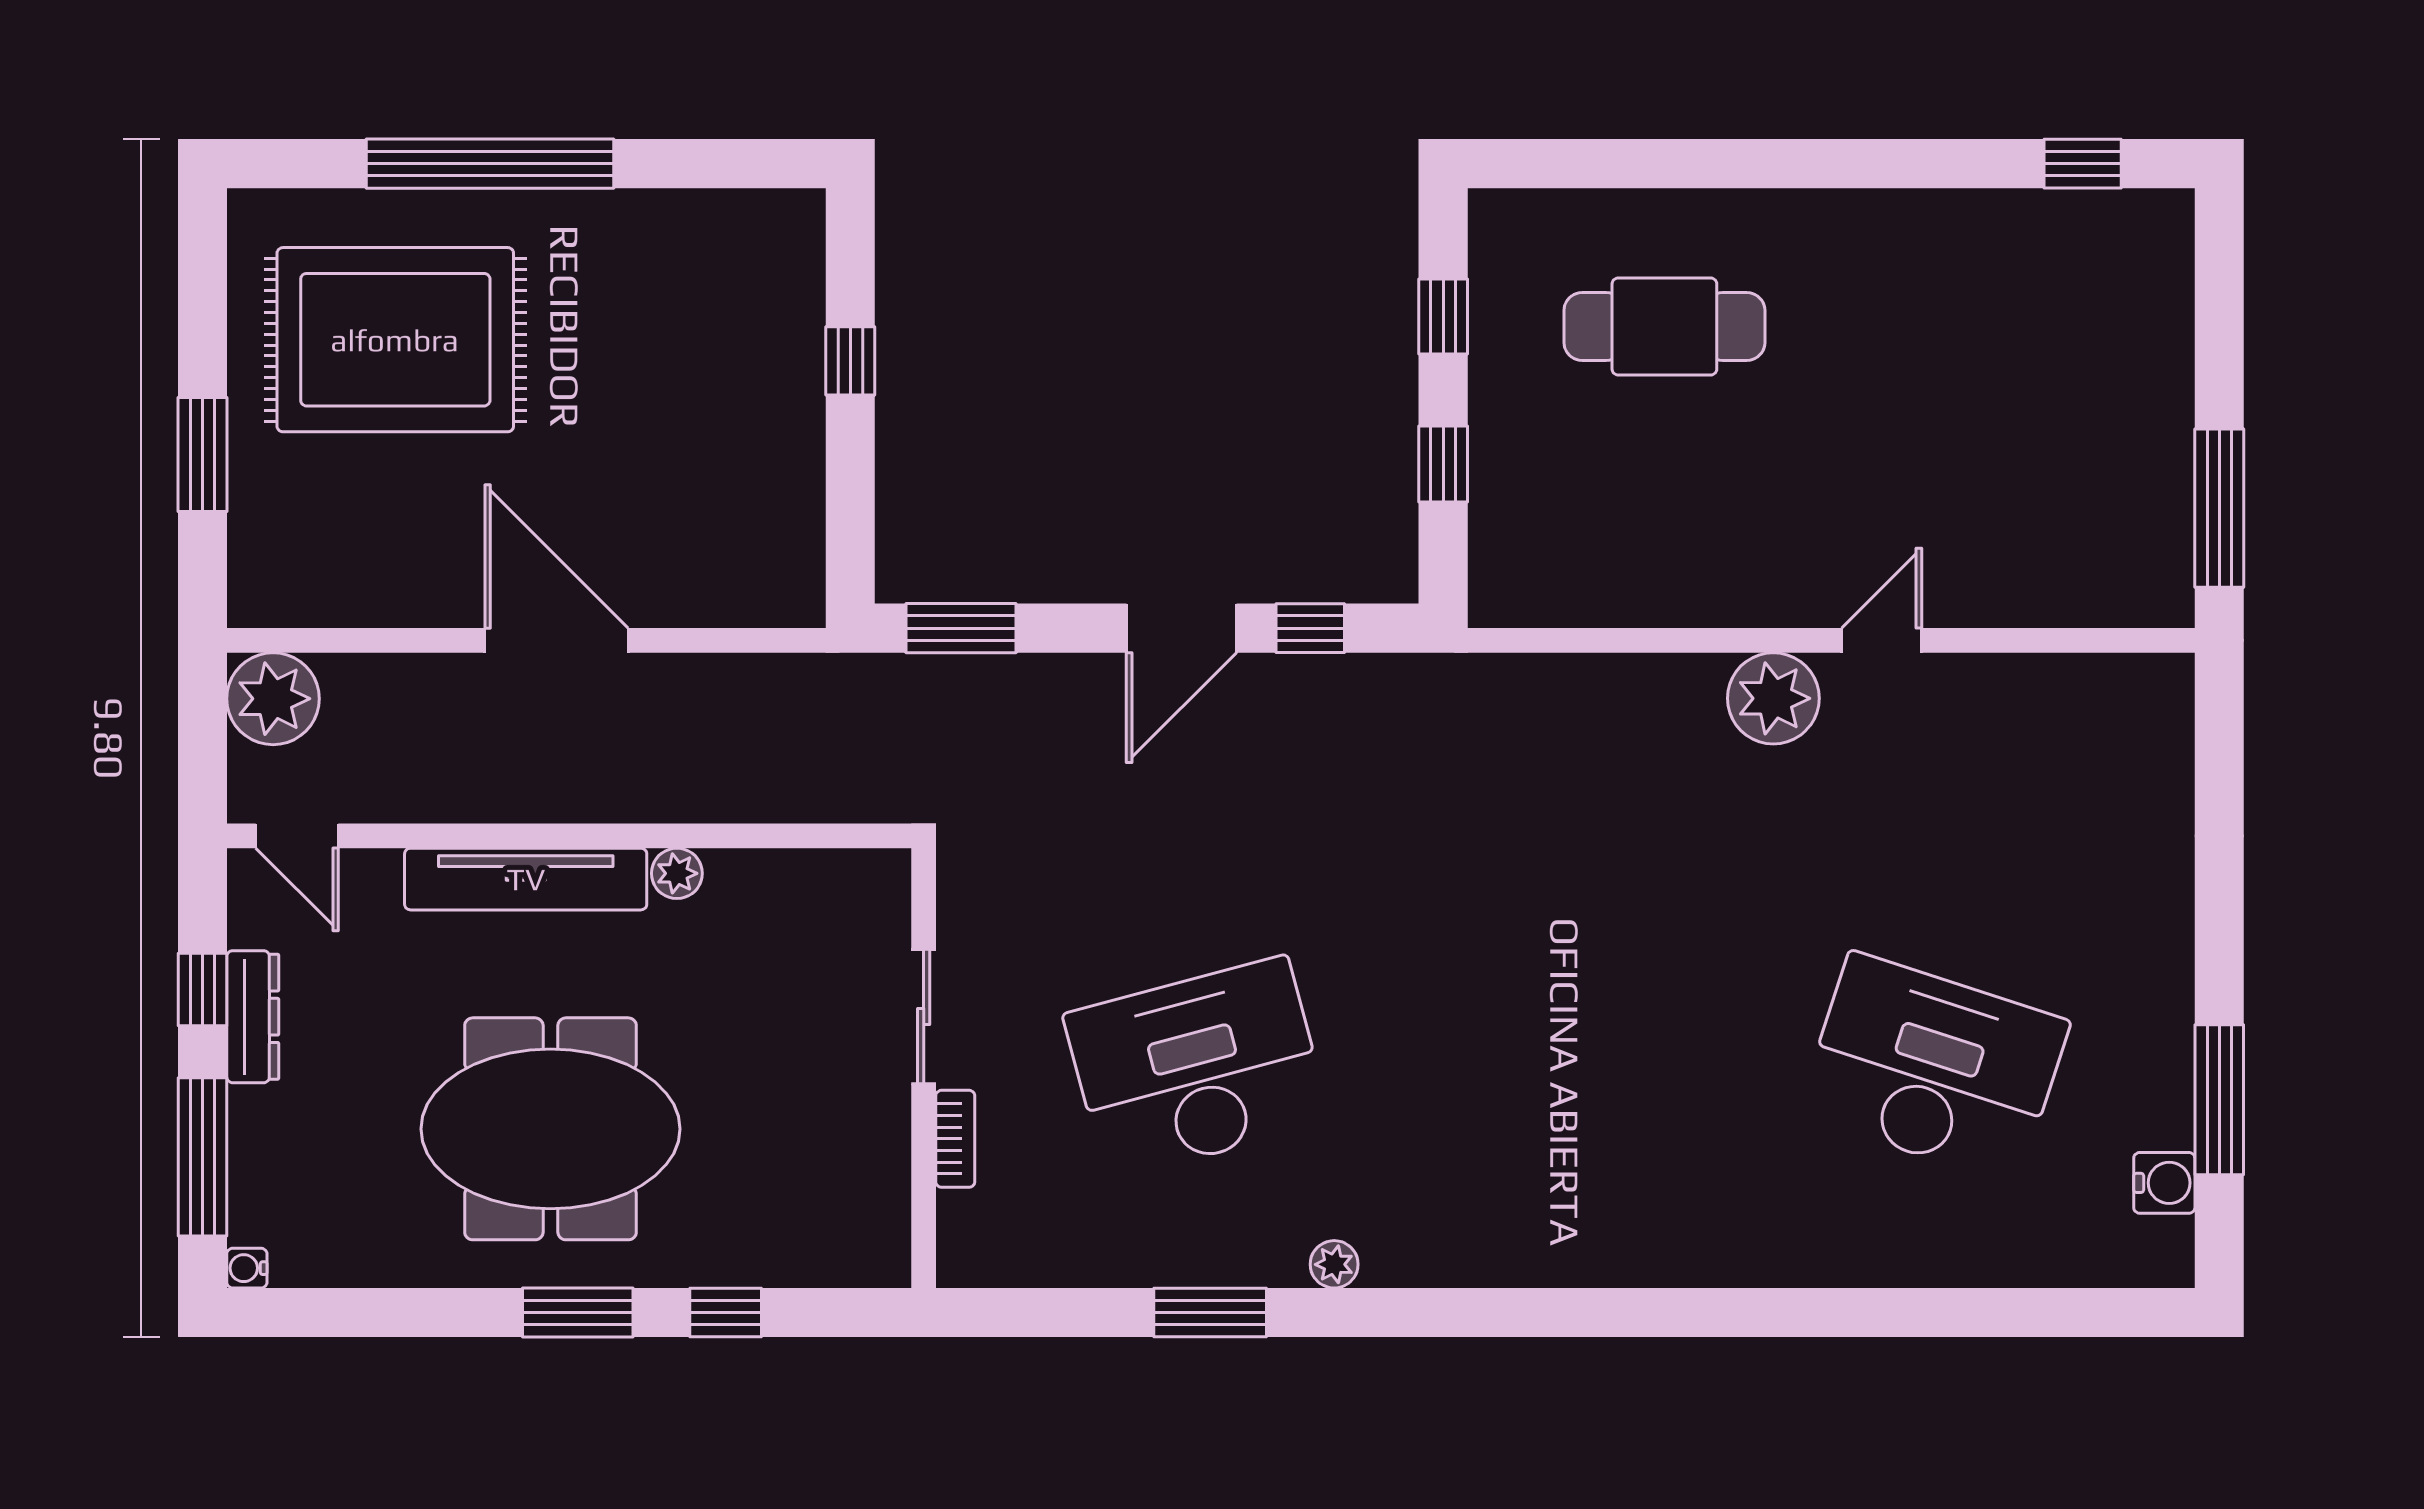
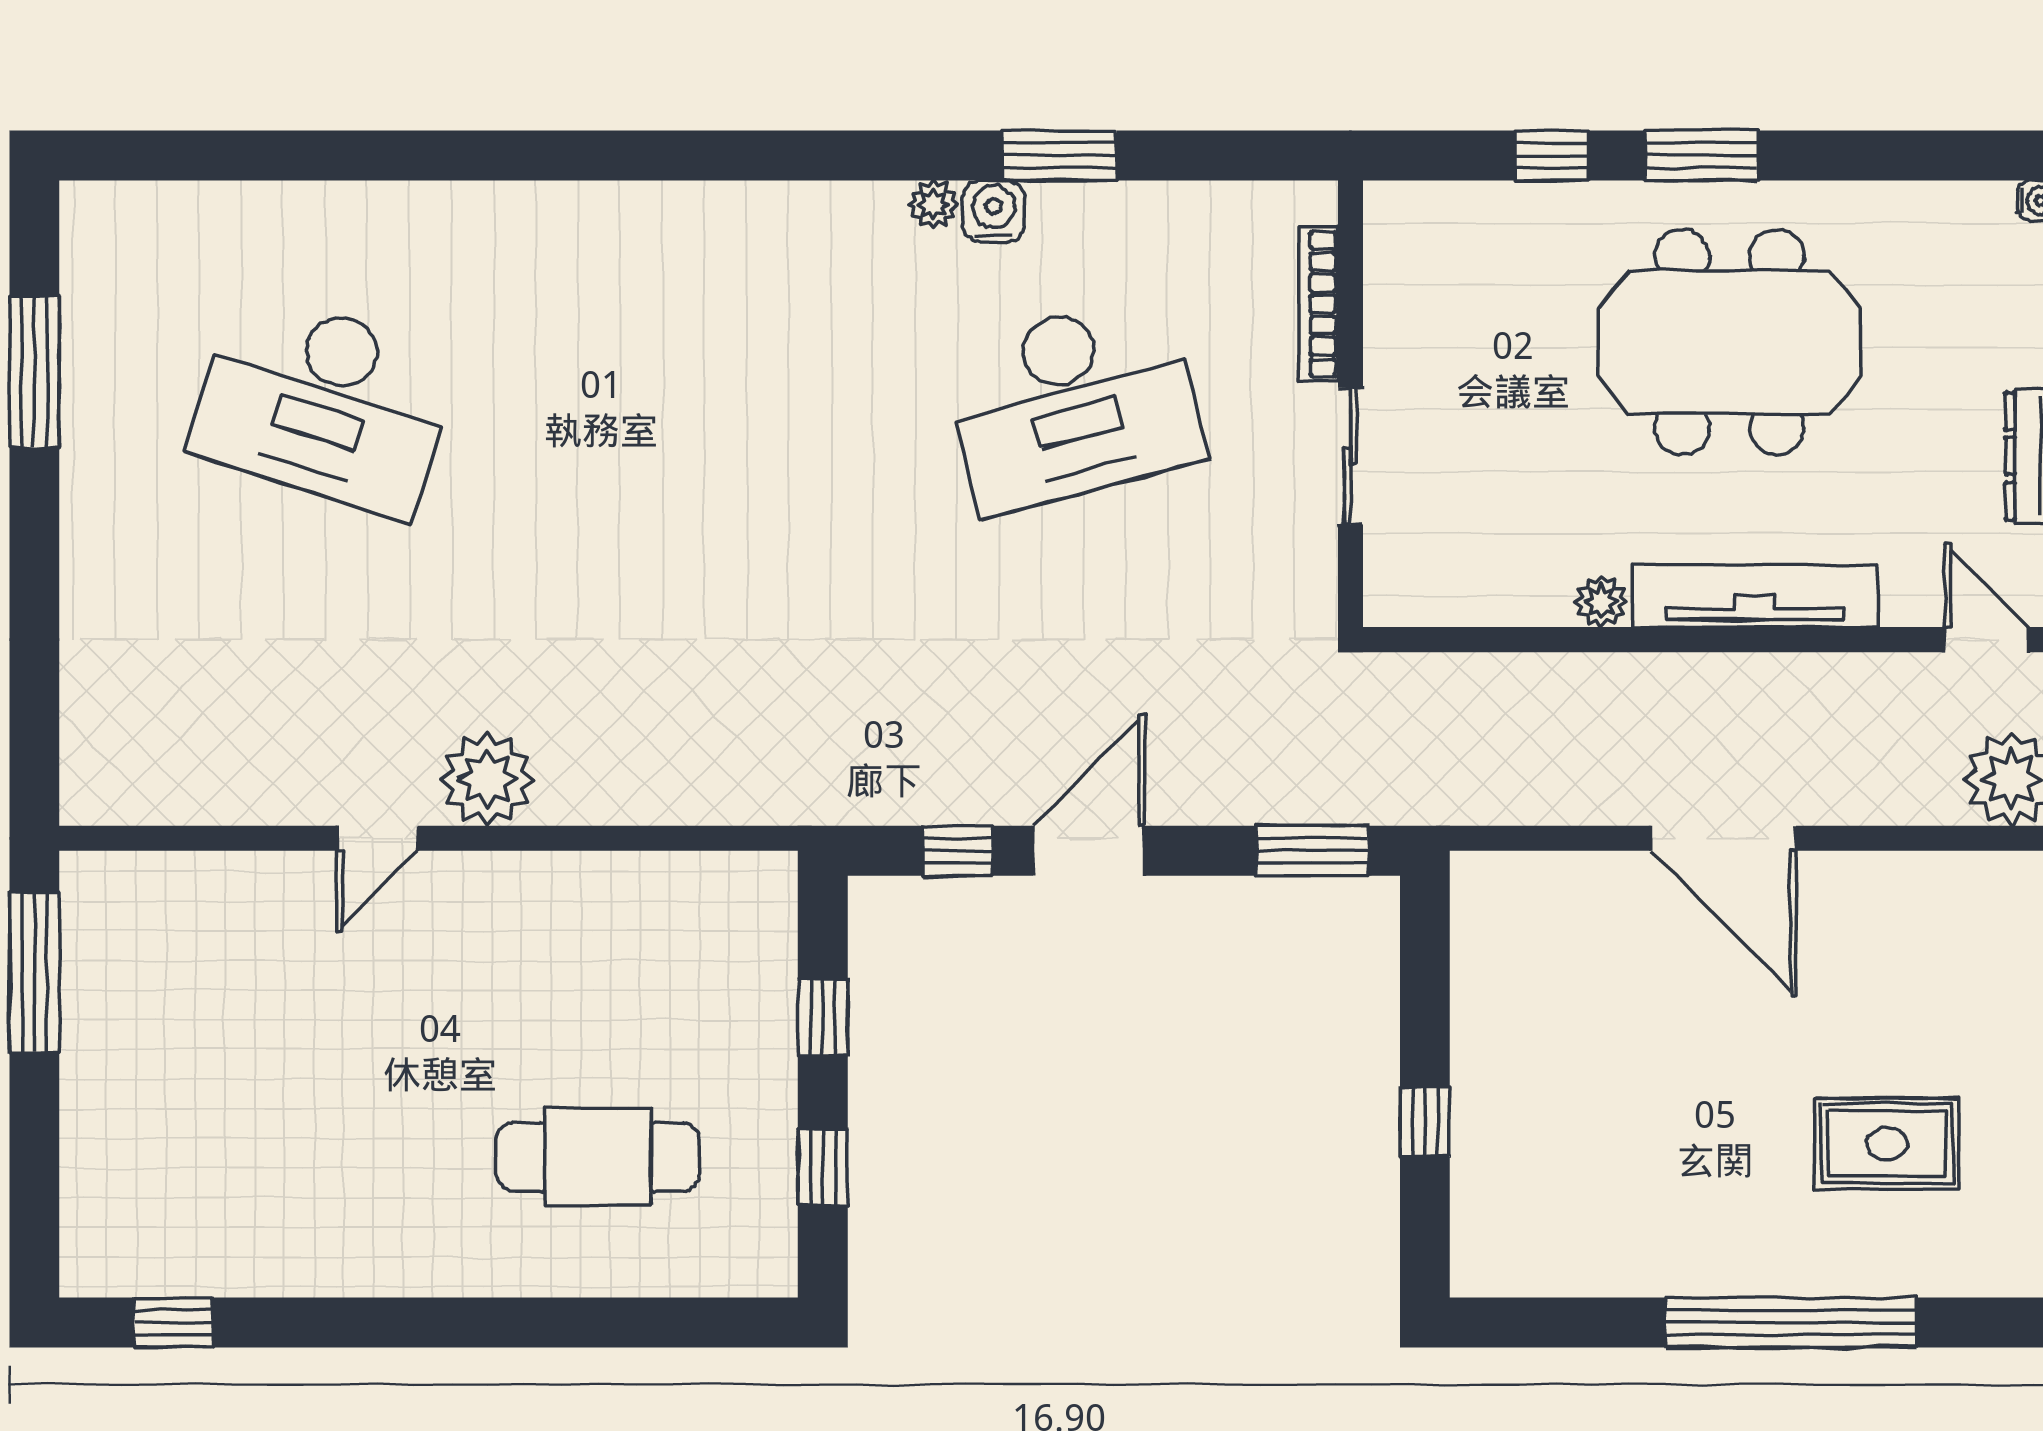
rug: (395, 340) -> (1887, 1144), width x0.54, depth x0.49
bookcase: (955, 1139) -> (1318, 304), width x1.56
water cooler: (2164, 1183) -> (994, 211), moved, turned 90

